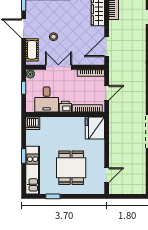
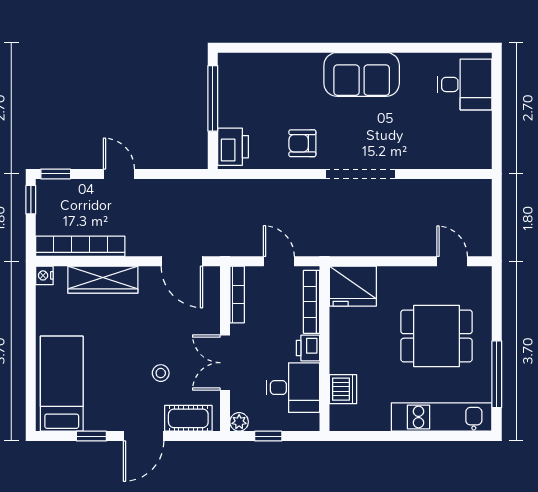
dishwasher: (33, 123) -> (343, 389), moved
window: (24, 156) -> (412, 436), removed
window: (53, 196) -> (497, 374), width x2.17

